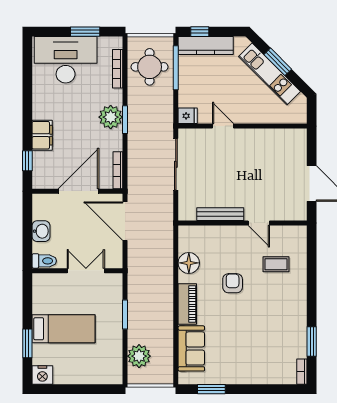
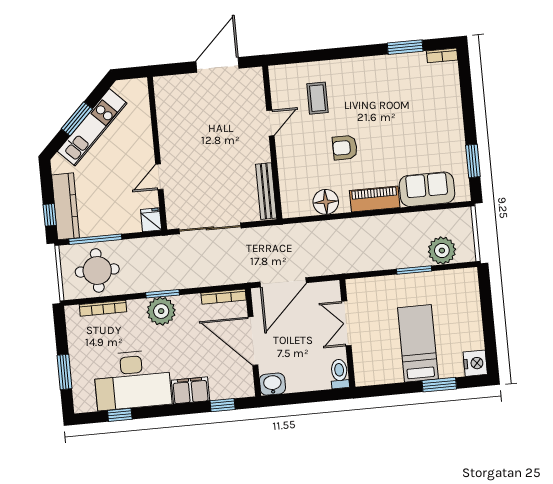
window: (85, 32) -> (64, 372), moved
desk: (66, 60) -> (132, 380), moved, turned -90
window: (27, 74) -> (120, 415), added
bench: (220, 214) -> (266, 191), moved
washbasin: (41, 231) -> (272, 384), moved
window: (125, 315) -> (414, 270), moved

